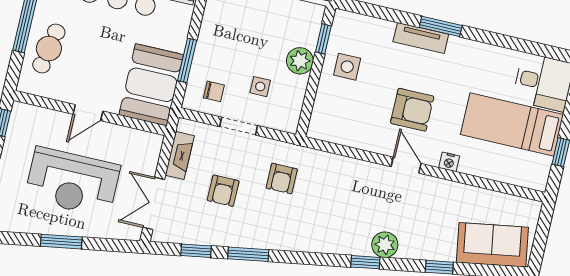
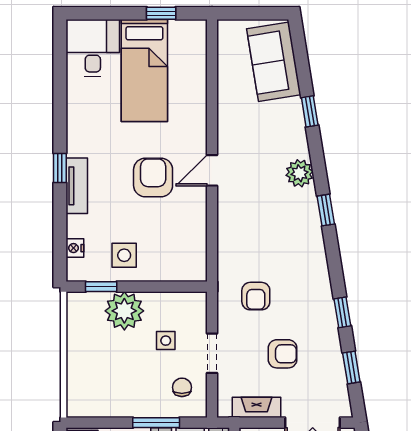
window: (441, 26) -> (60, 168), width x0.67
plant: (300, 61) -> (124, 311), width x1.36, depth x1.36
nightstand: (449, 162) -> (75, 248), moved, turned 180
armchair: (282, 179) -> (256, 296), turned 90
window: (248, 254) -> (342, 312), width x0.67
window: (365, 262) -> (326, 210), moved

